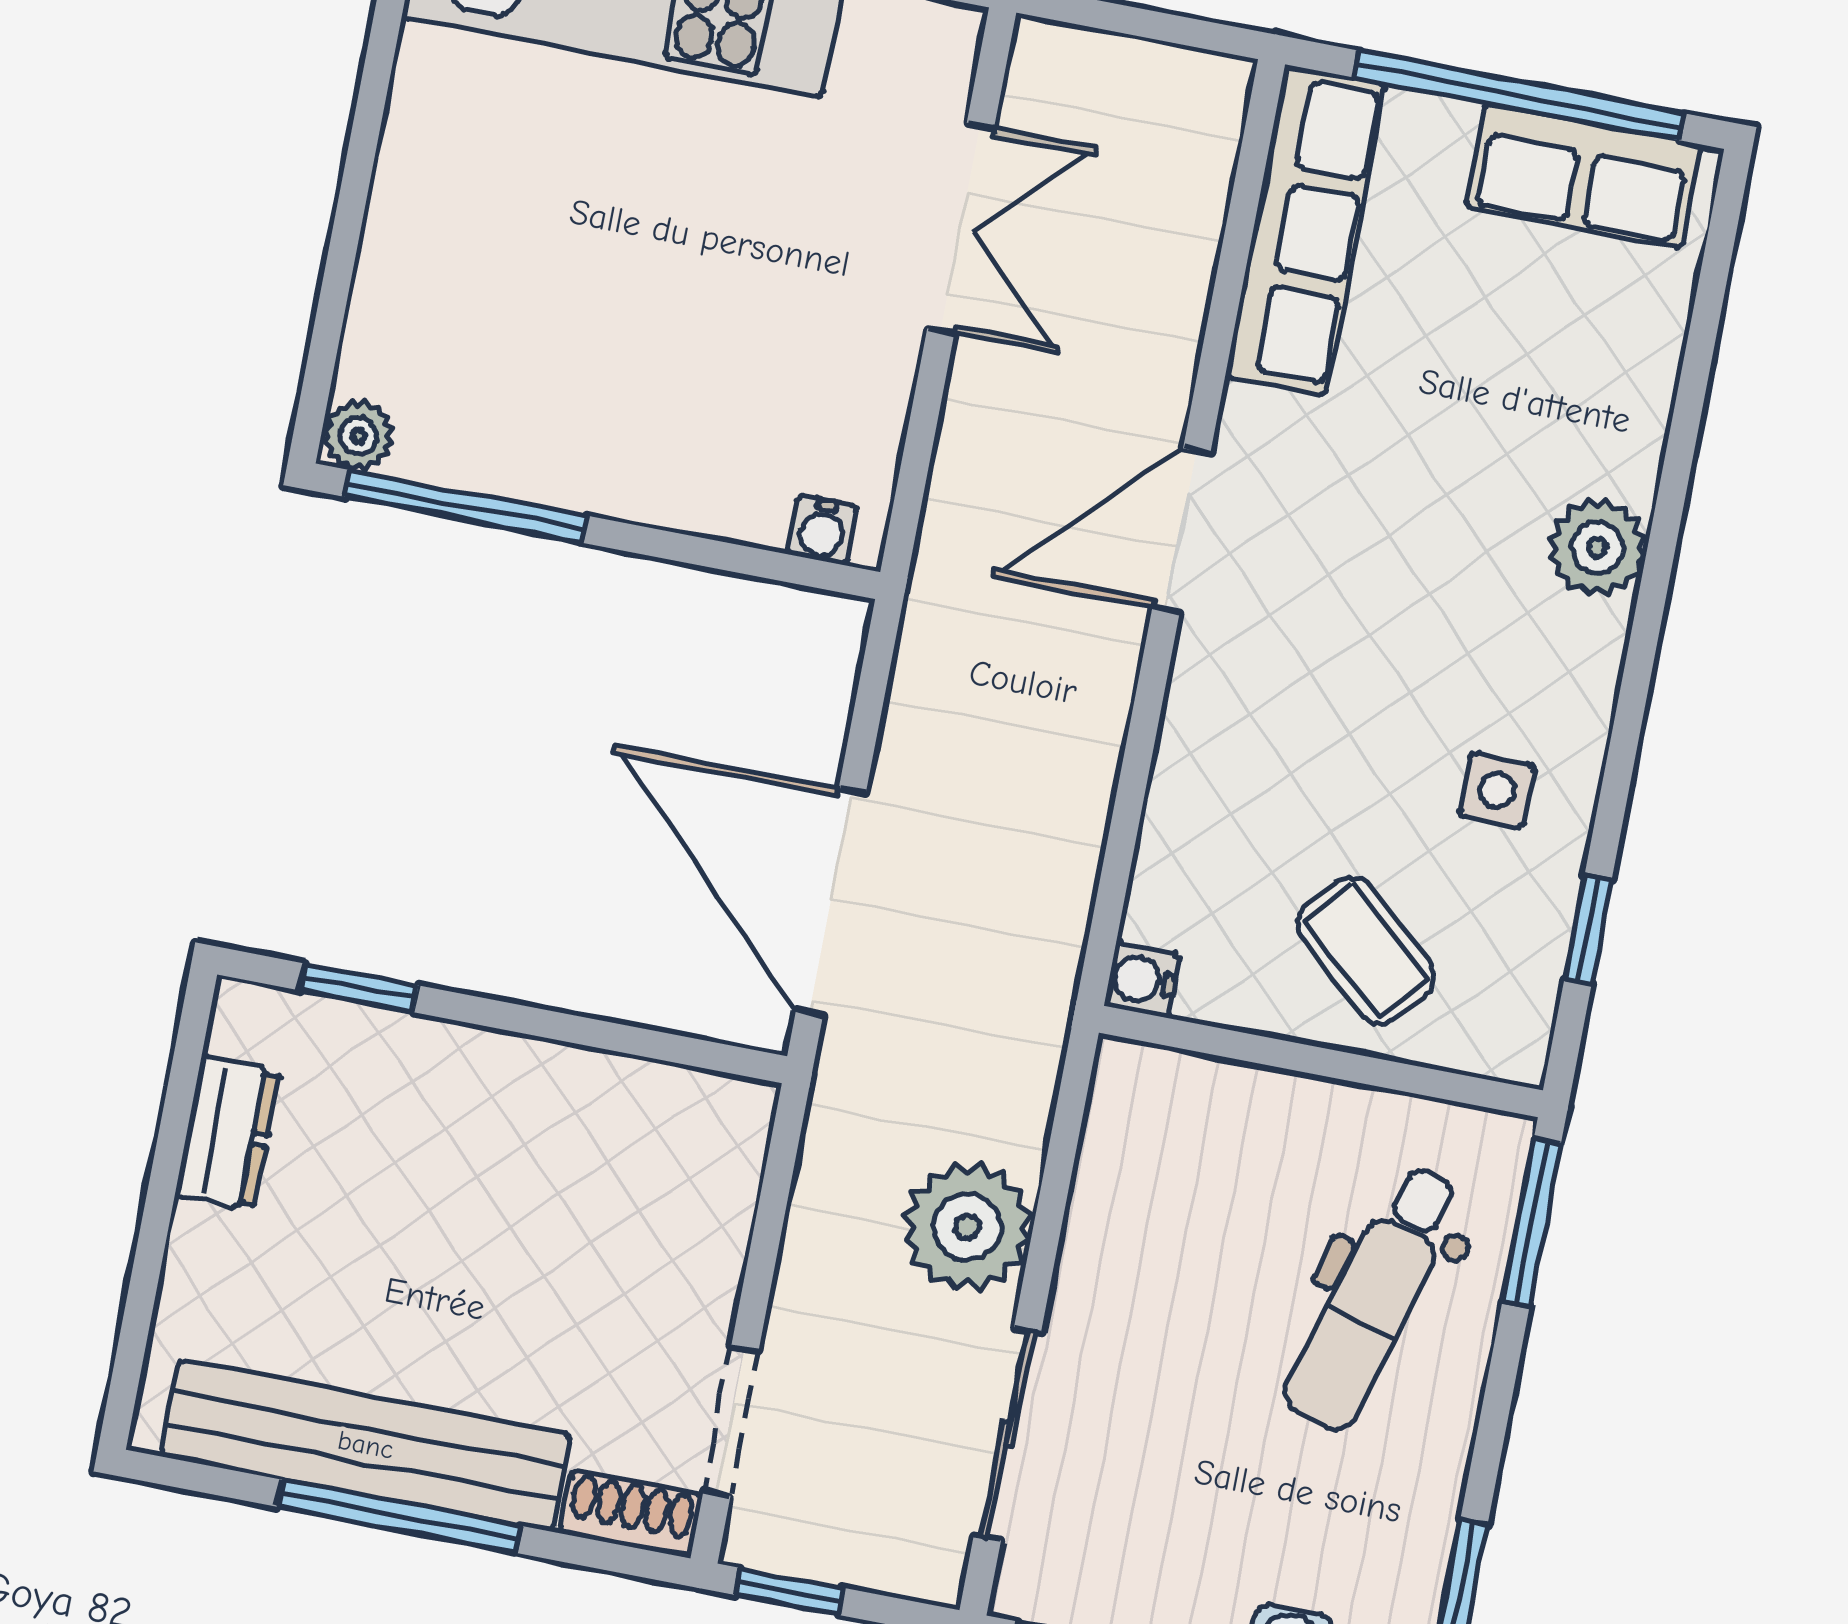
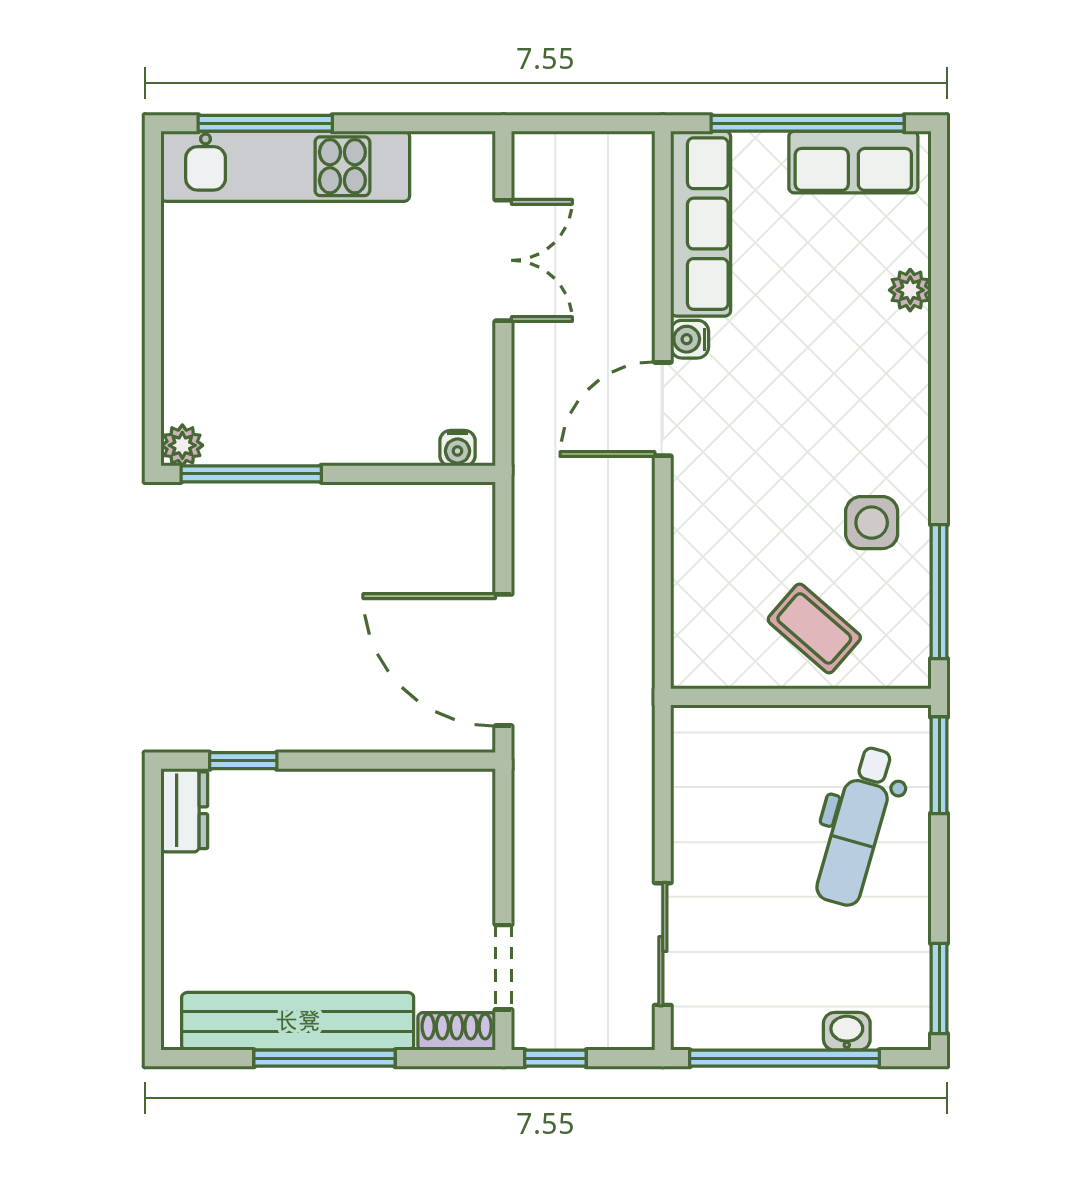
plant: (1597, 548) -> (910, 290), moved, width x0.73, depth x0.73
side table: (1497, 790) -> (872, 523), width x1.37, depth x1.37
window: (1588, 929) -> (939, 592), width x2.17
water cooler: (1142, 980) -> (690, 339), moved
dresser: (228, 1133) -> (184, 810), moved
plant: (968, 1227) -> (617, 830), removed

